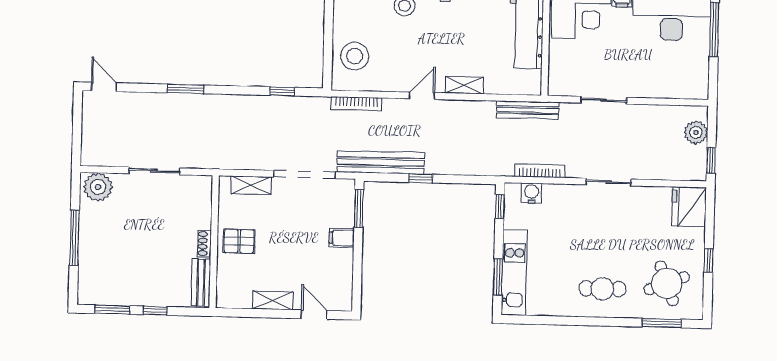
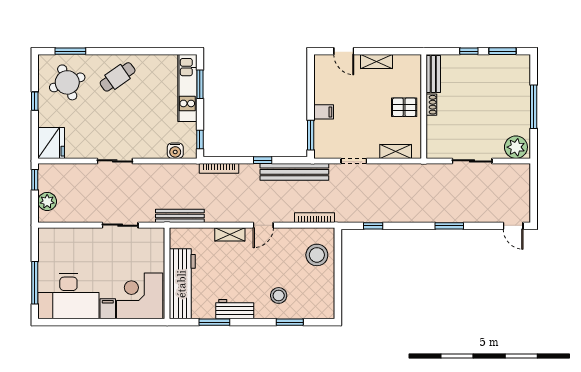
bookcase: (540, 171) -> (219, 168), moved
doorway: (305, 175) -> (354, 161), width x0.53
cafe table: (603, 289) -> (118, 77), turned -35

